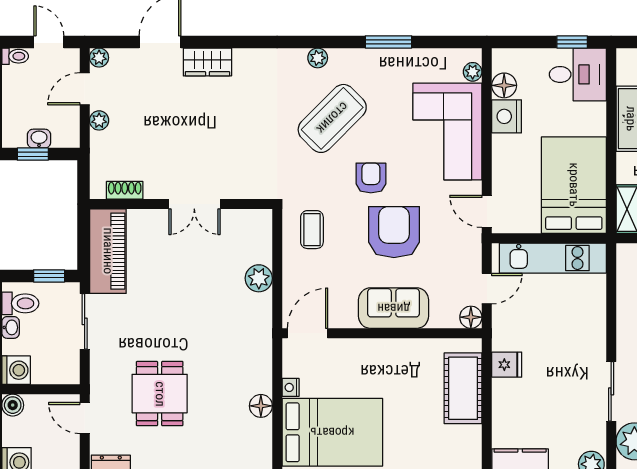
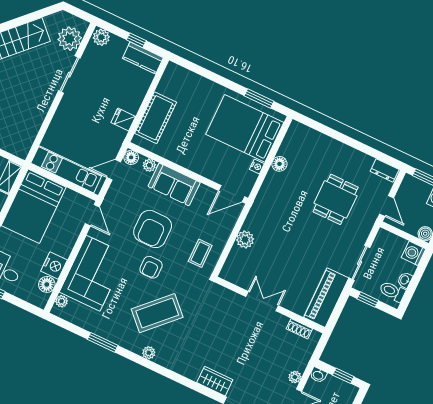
washbasin: (39, 139) -> (318, 375), moved
plant: (440, 318) -> (149, 165), added

